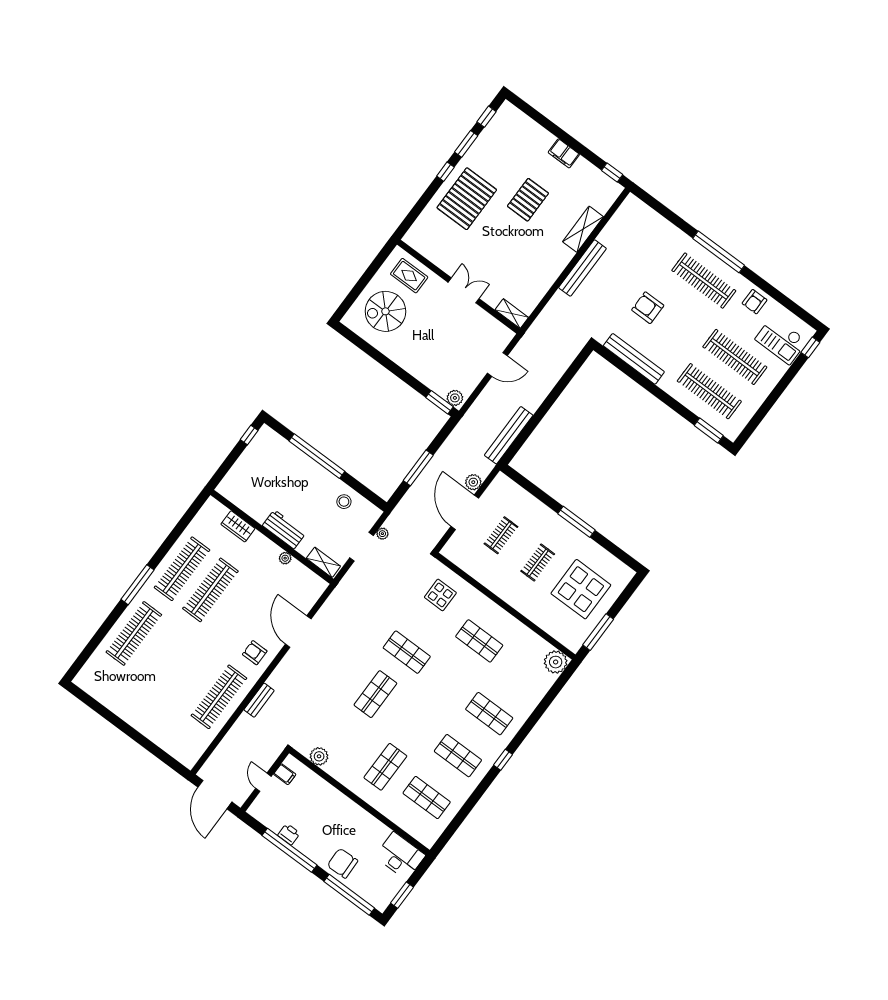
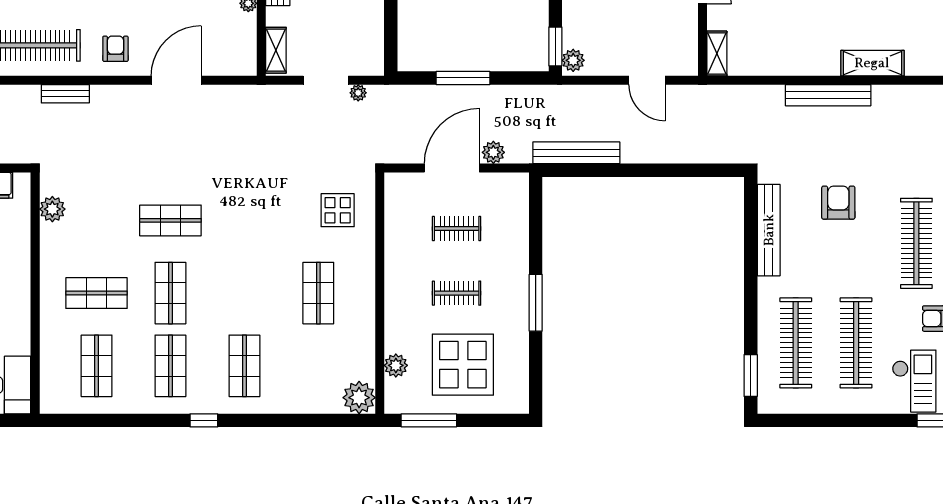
checkout: (781, 340) -> (914, 381), turned 180
stool: (344, 502) -> (362, 22), removed
plant: (553, 628) -> (396, 365), added
shop shelf: (407, 652) -> (170, 293), moved

